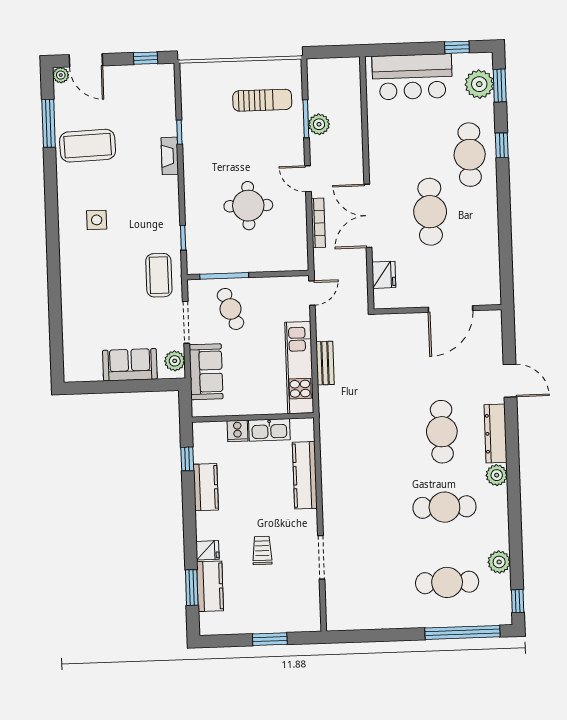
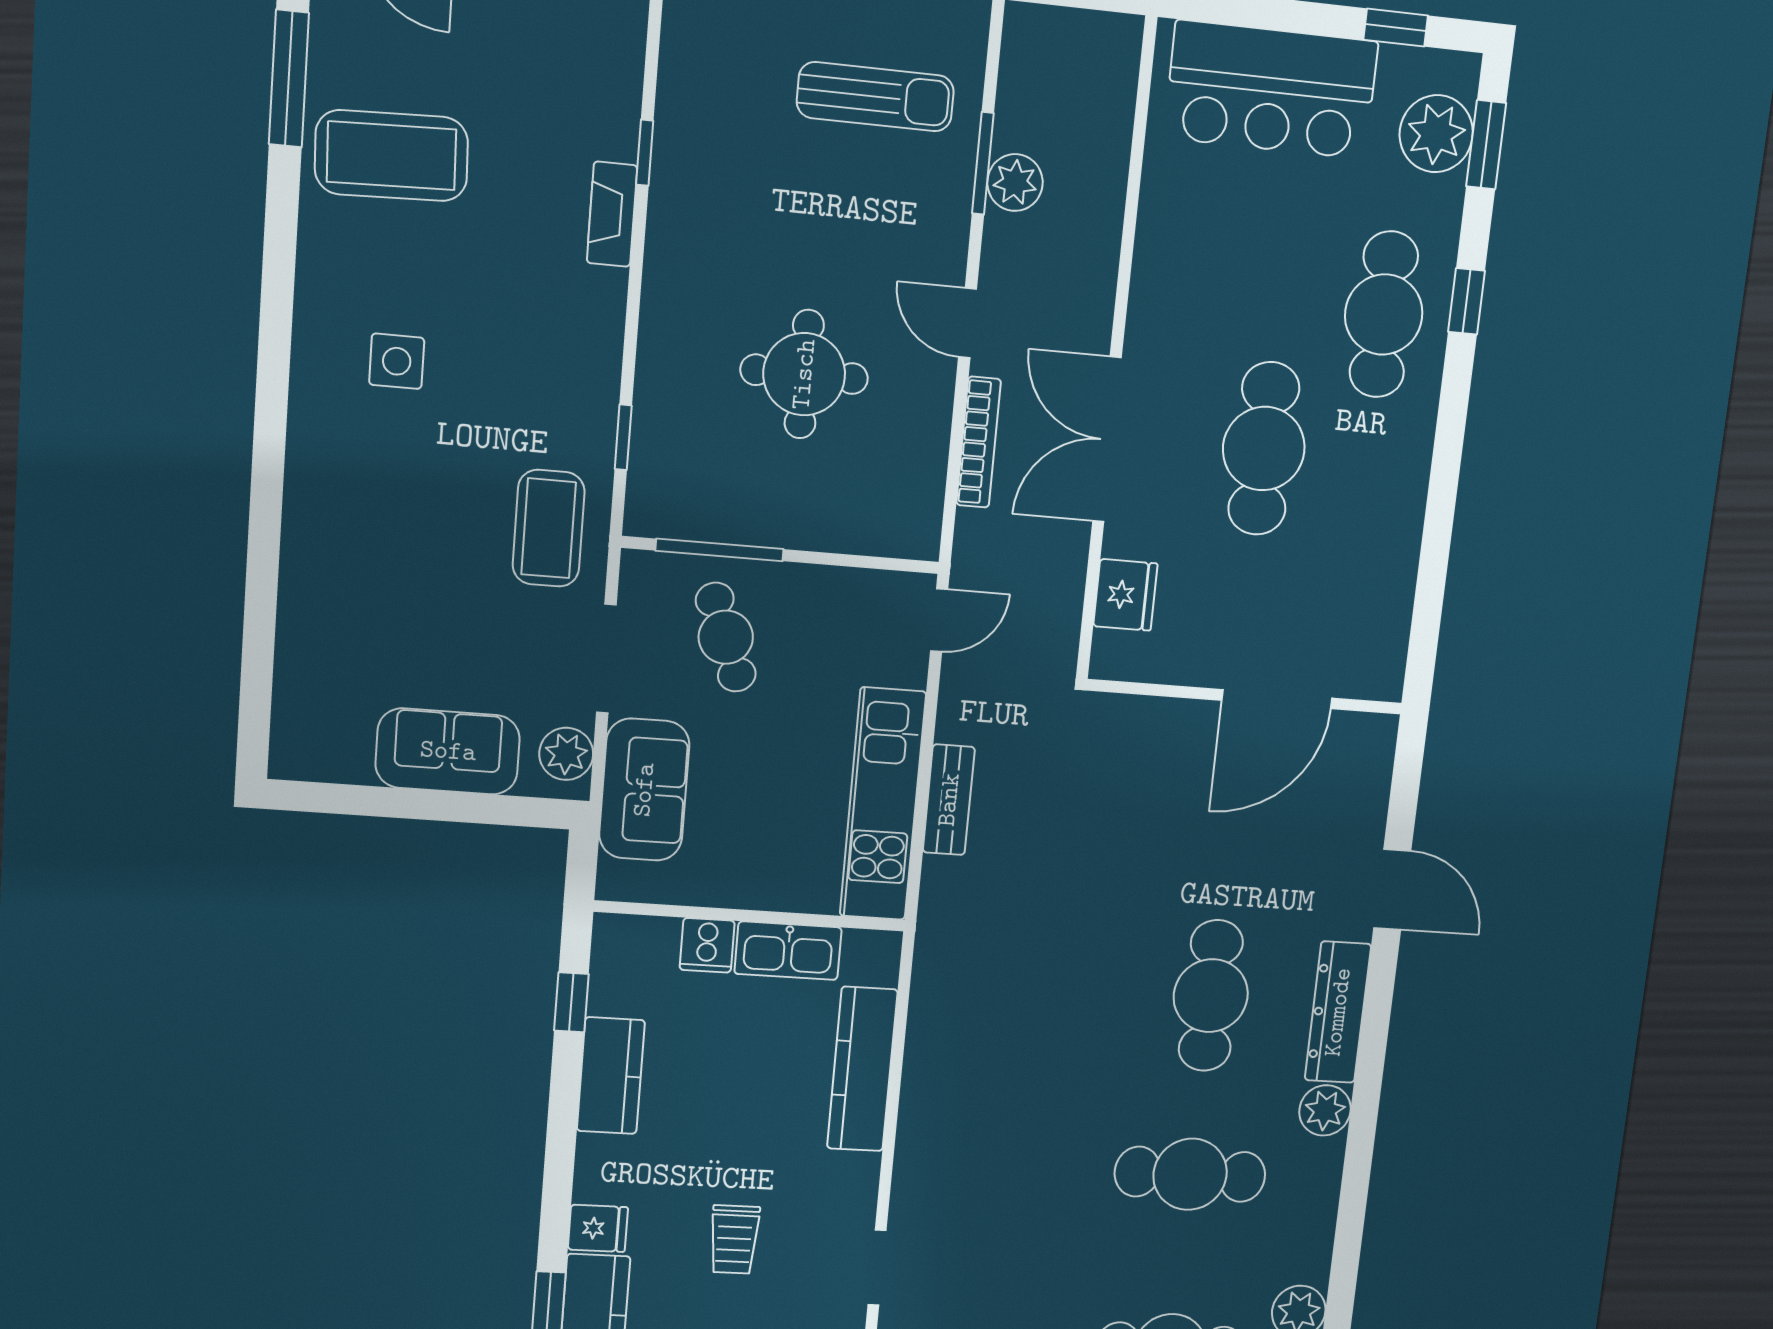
trolley: (262, 550) -> (734, 1239), turned 180
doorway: (321, 557) -> (877, 1268), width x0.73

